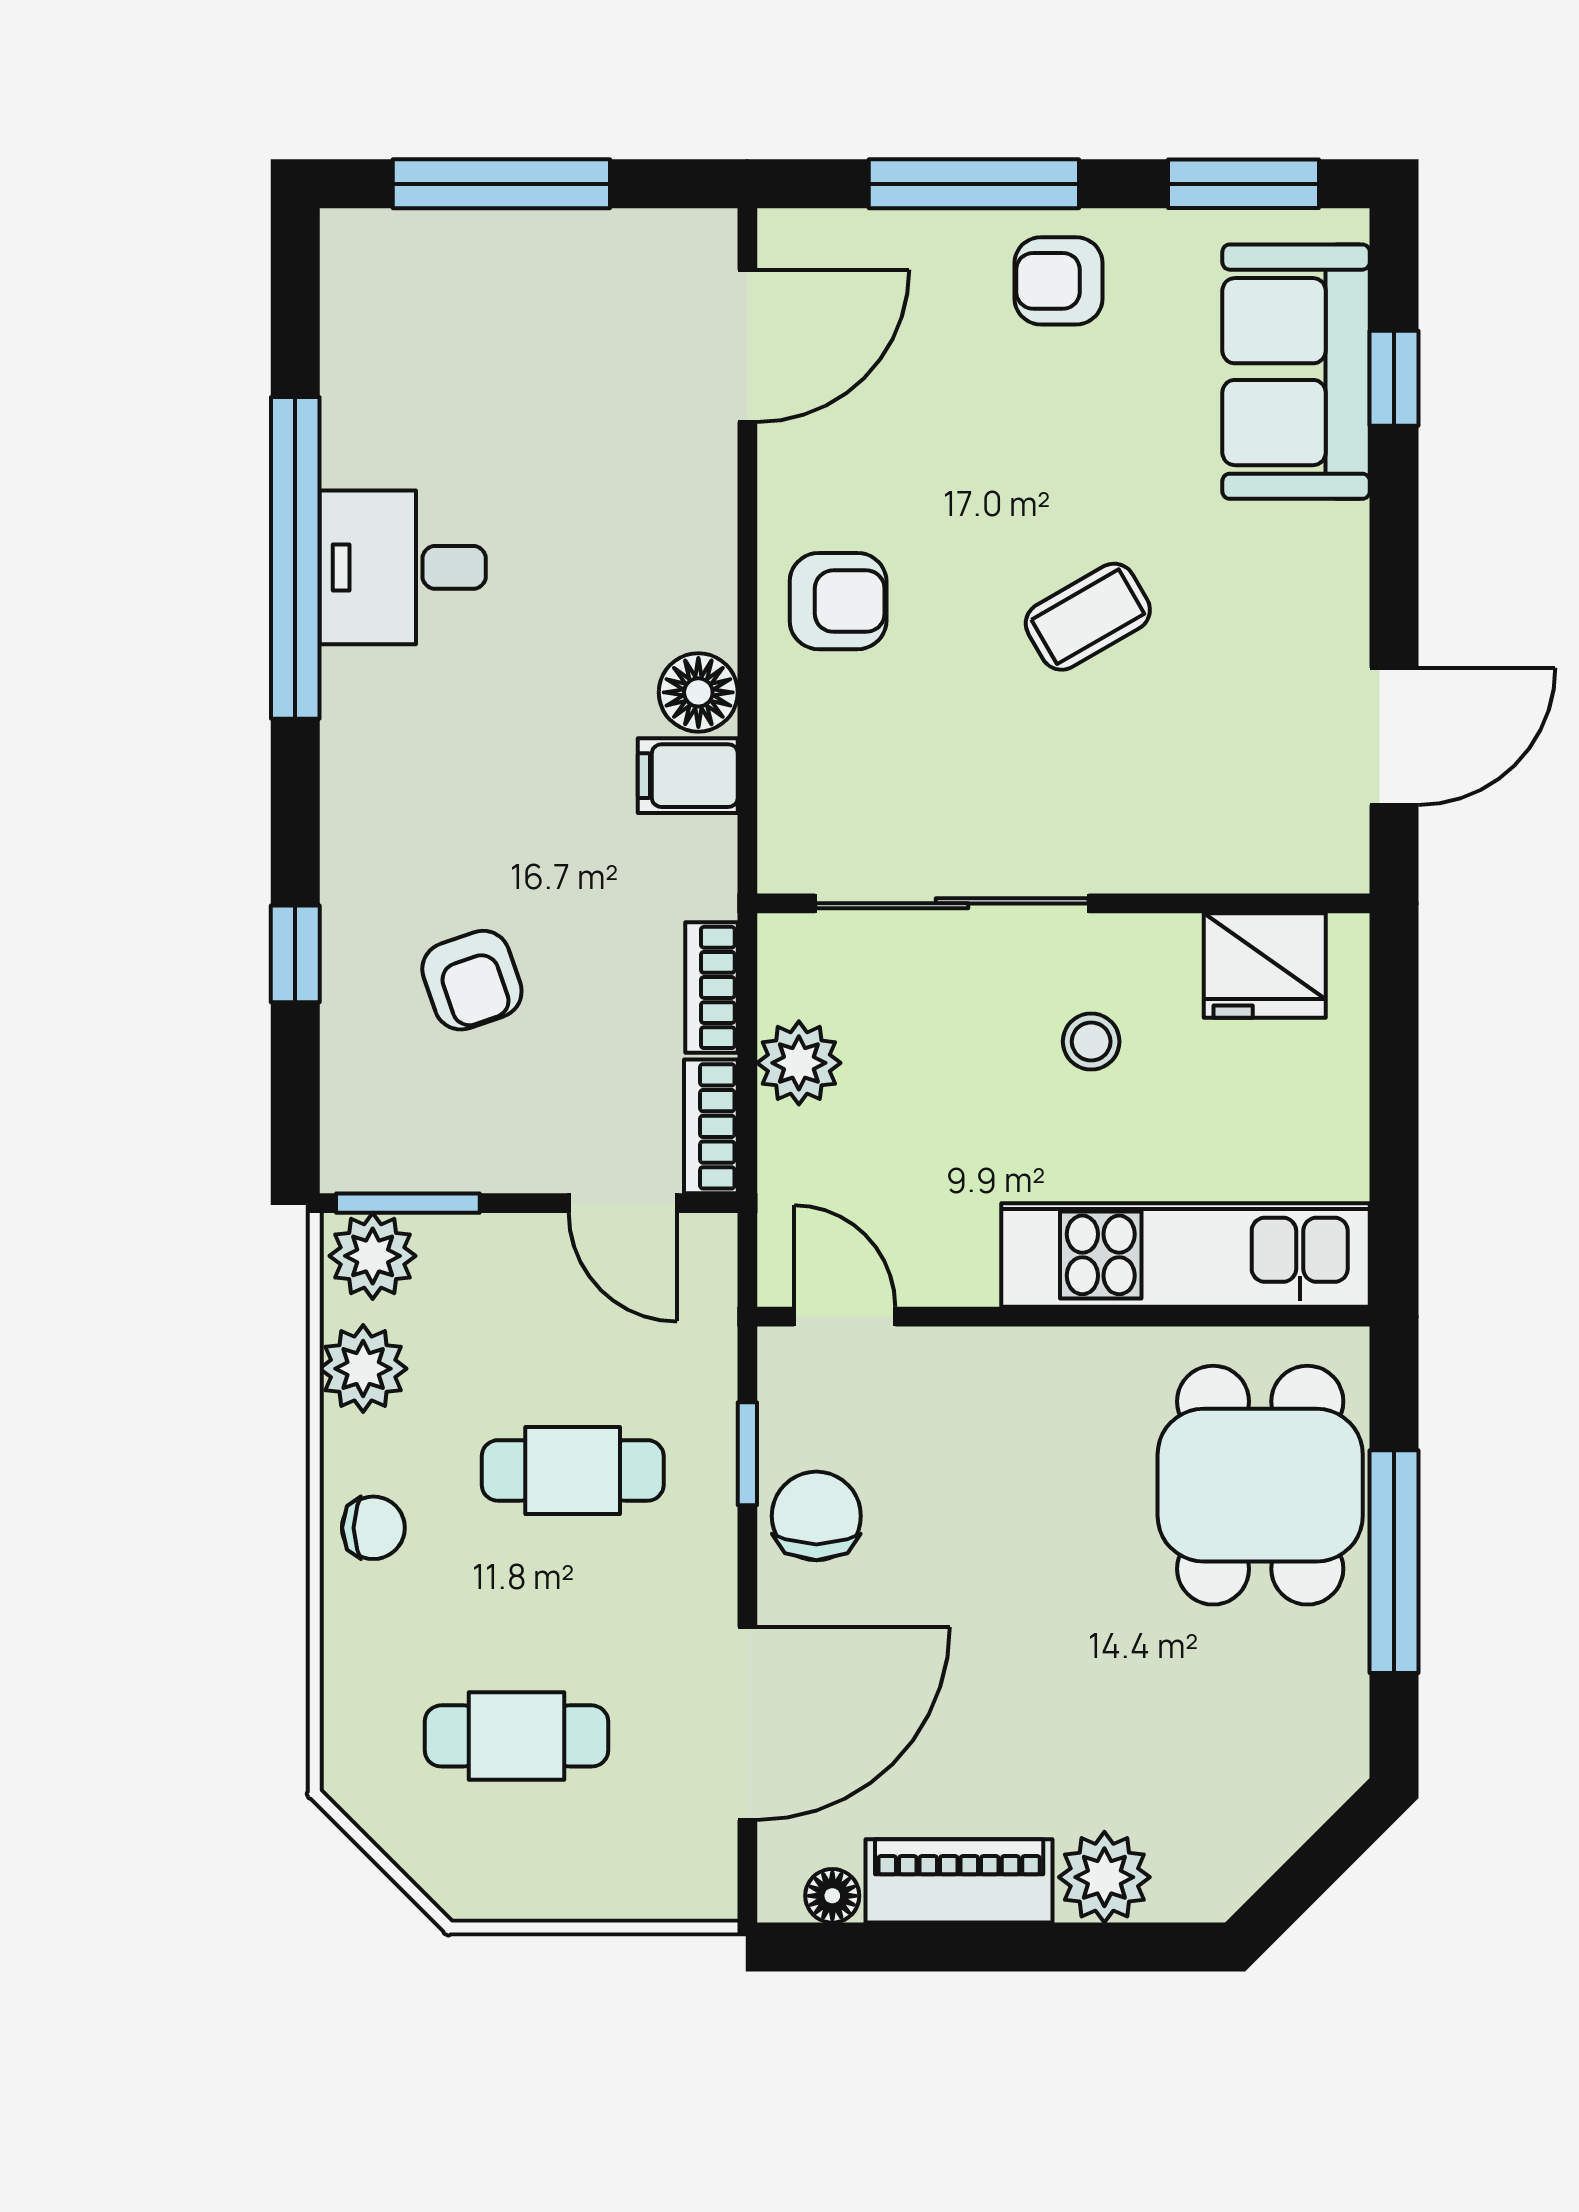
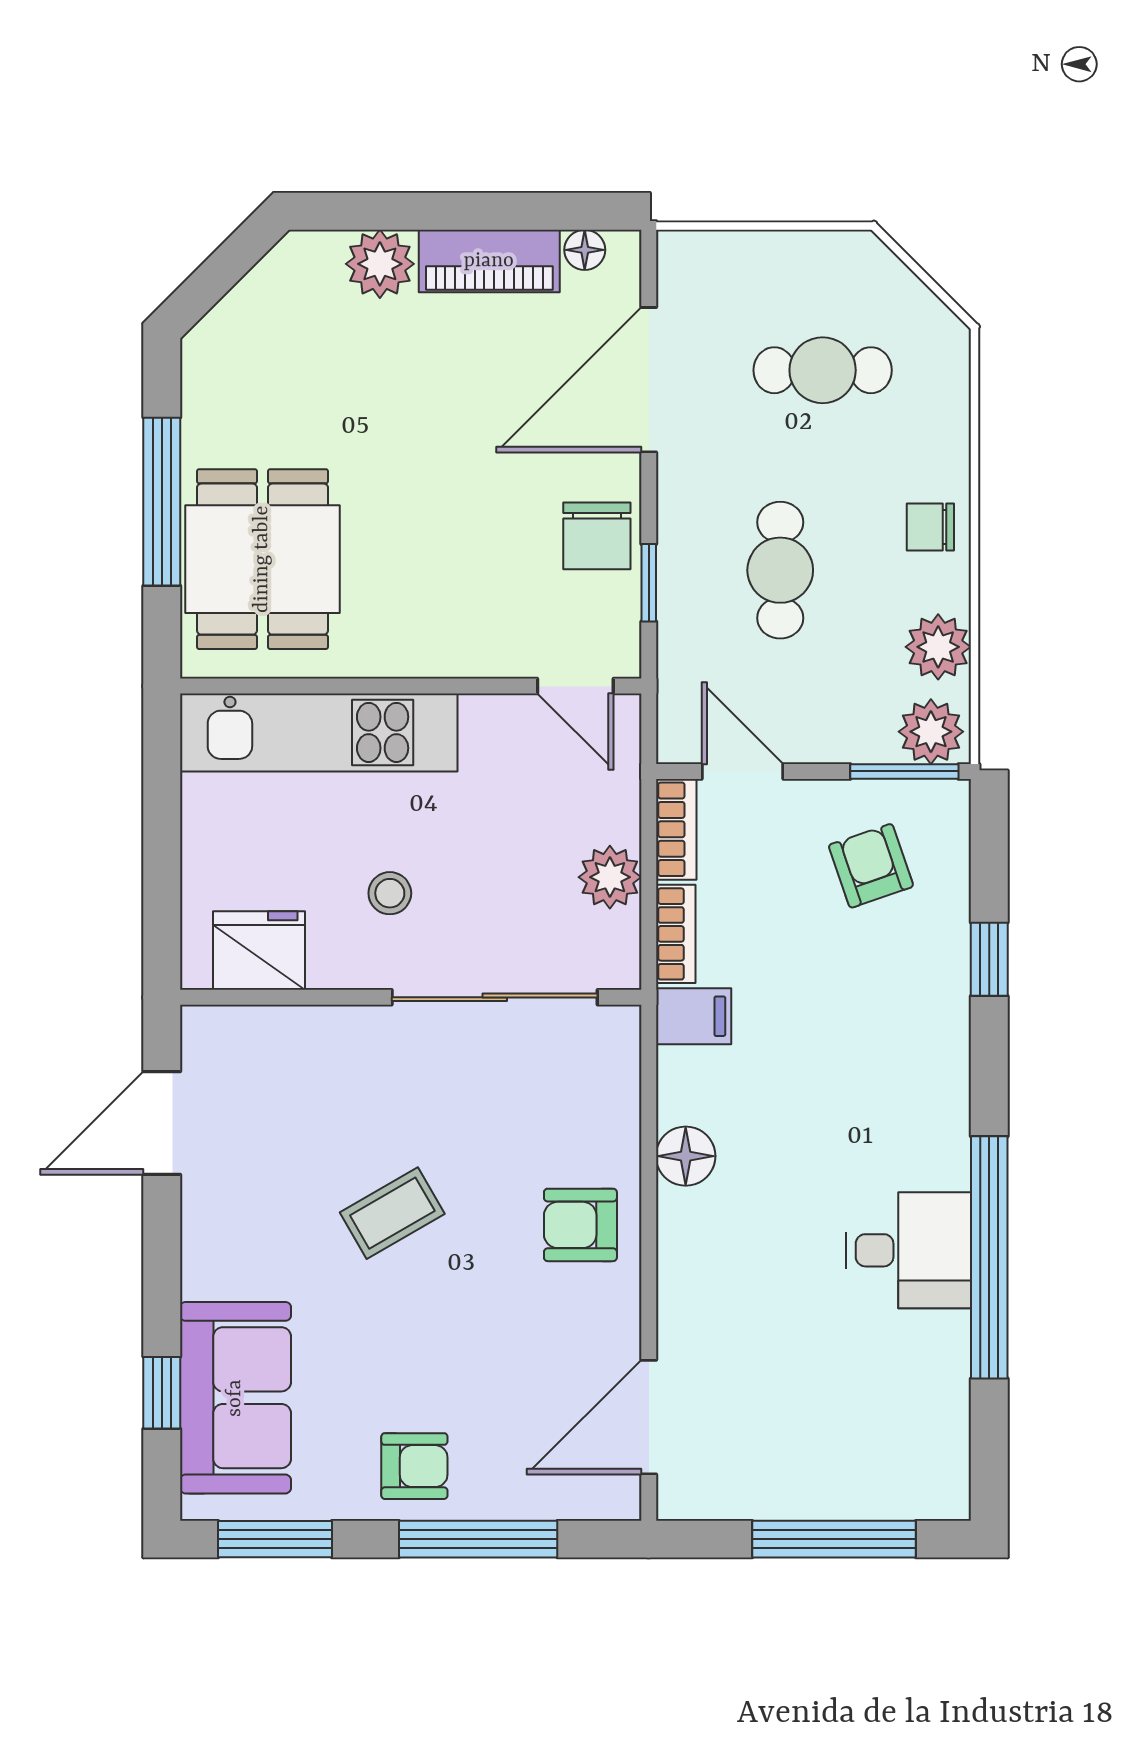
filing cabinet: (688, 776) -> (694, 1016), moved
armchair: (472, 980) -> (871, 866), moved
cafe table: (573, 1470) -> (780, 570), turned 90

